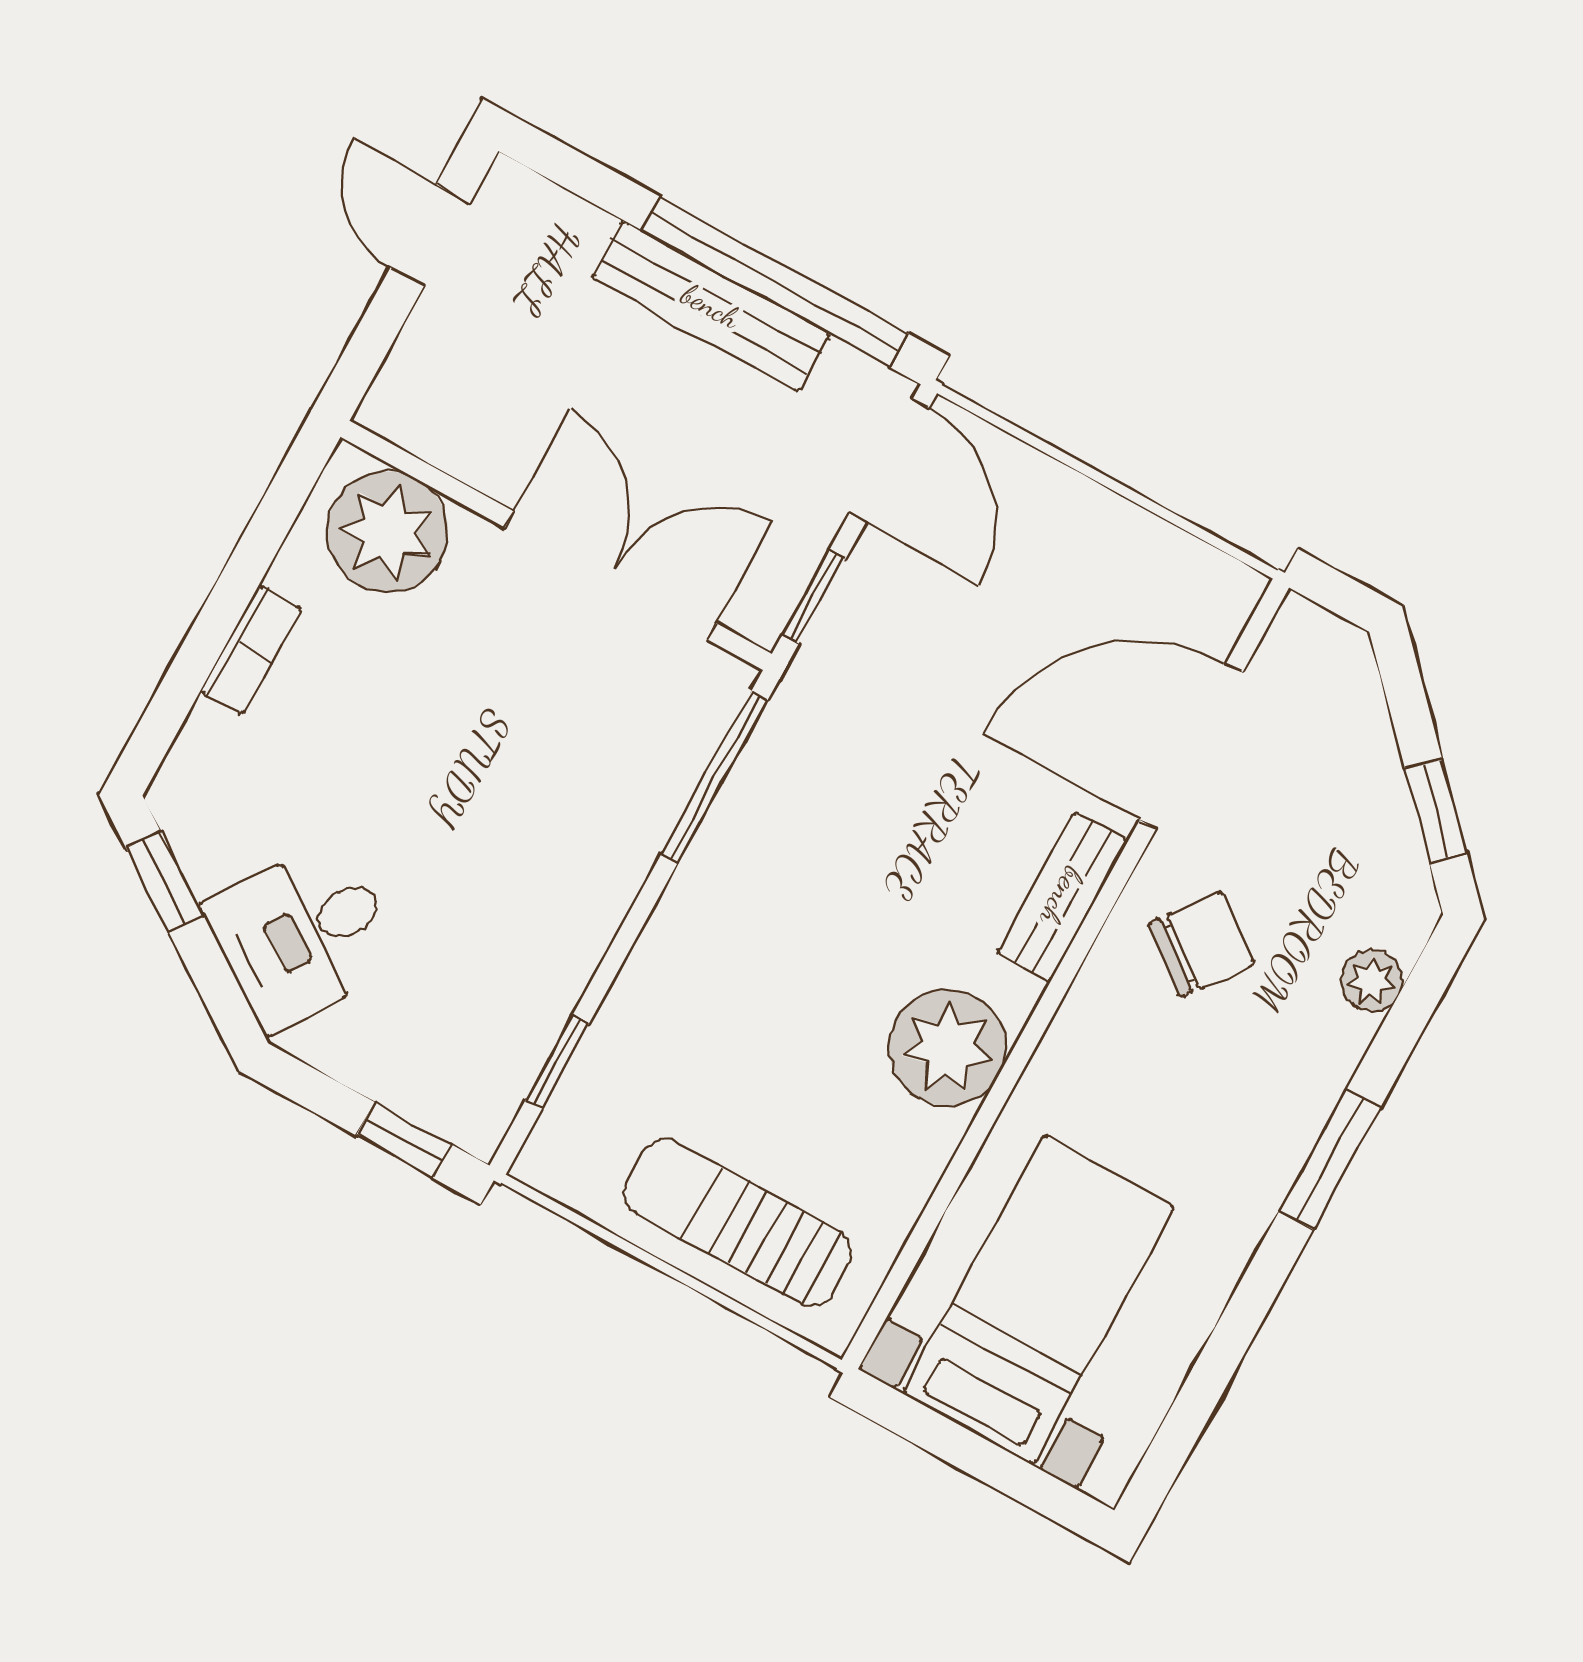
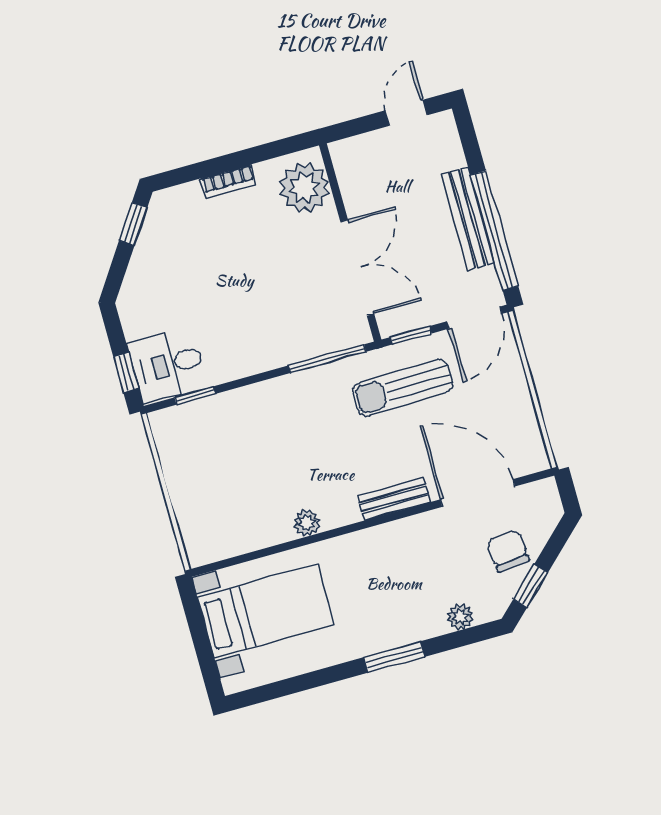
desk: (303, 935) -> (167, 365), moved, turned -34
chair: (1202, 944) -> (508, 551), moved, turned -133
plant: (948, 1048) -> (307, 523), width x0.53, depth x0.53
sun lounger: (738, 1223) -> (403, 388), moved, turned -91

